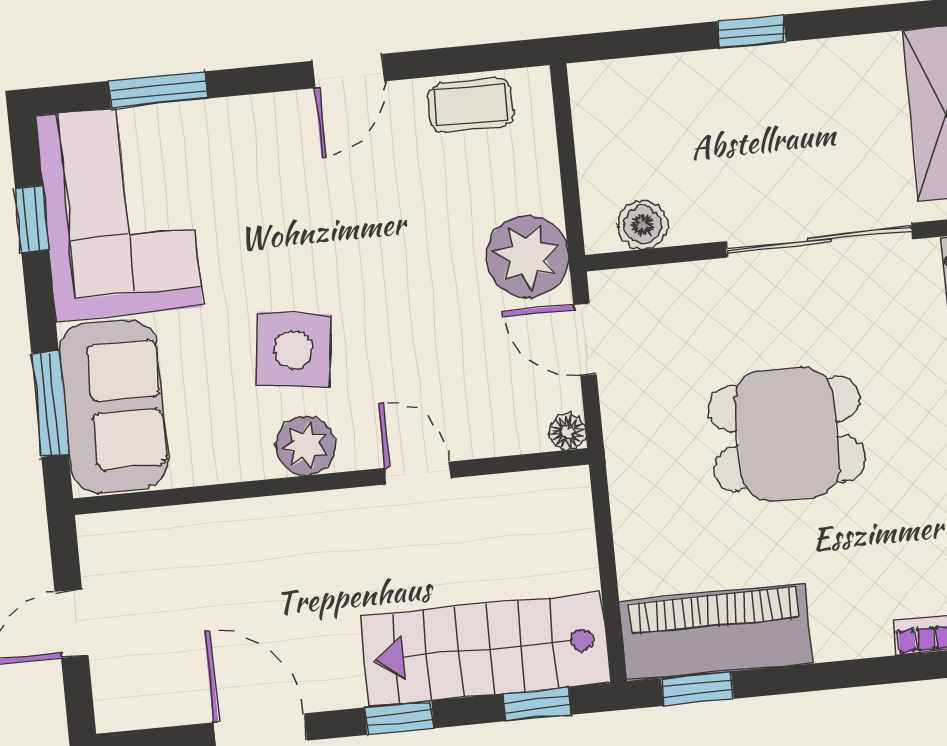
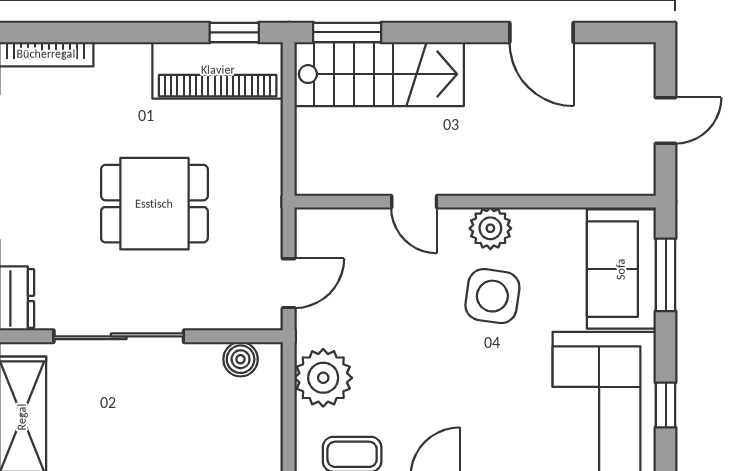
plant: (527, 257) -> (323, 378), moved
door: (585, 339) -> (289, 283), hinge flipped
floor lamp: (567, 432) -> (307, 220), removed
window: (537, 704) -> (347, 32), width x1.50
window: (399, 718) -> (444, 32), removed

